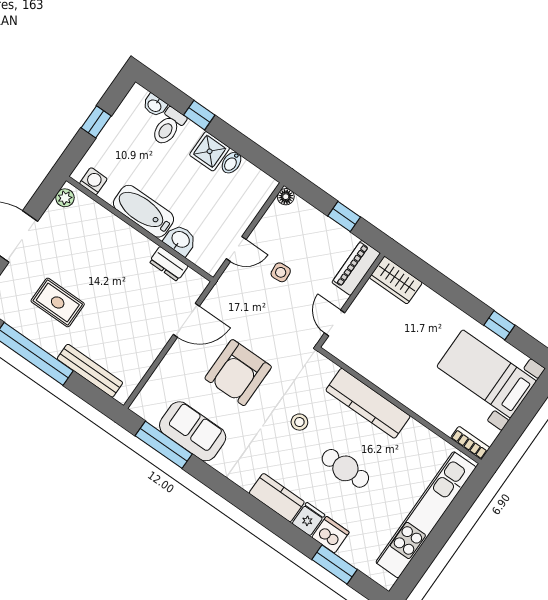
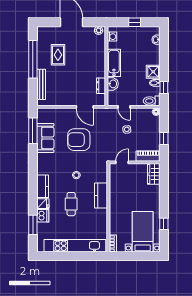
window: (199, 115) -> (164, 87), moved
toilet: (168, 127) -> (152, 101), moved
kitchen counter: (368, 403) -> (101, 196), width x0.67

